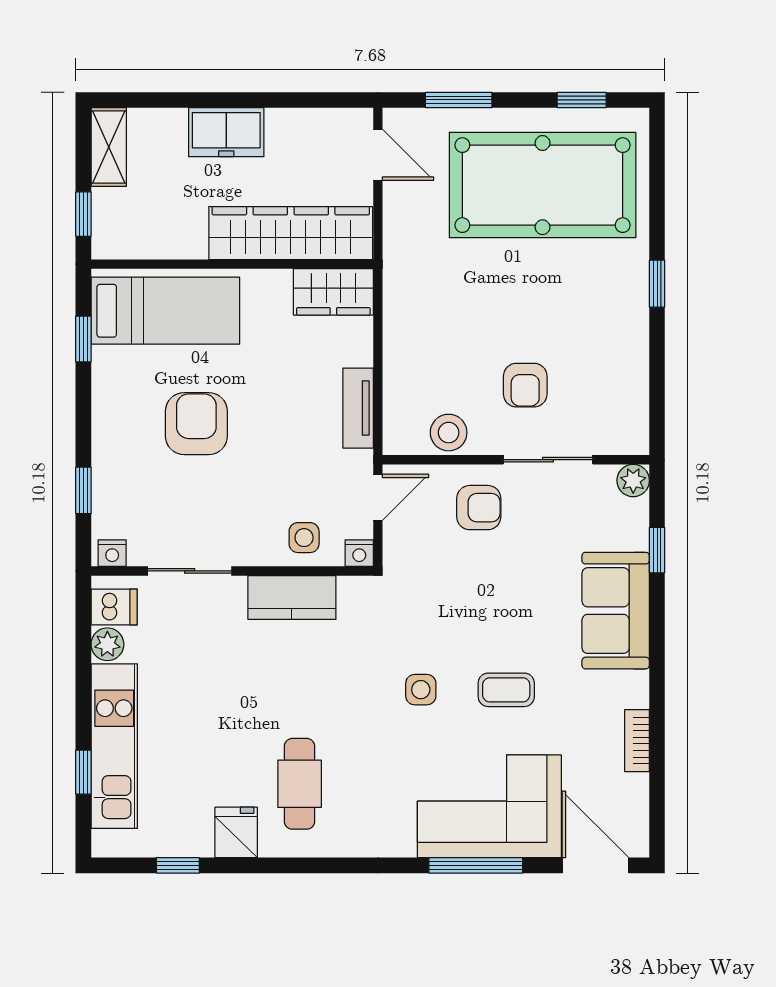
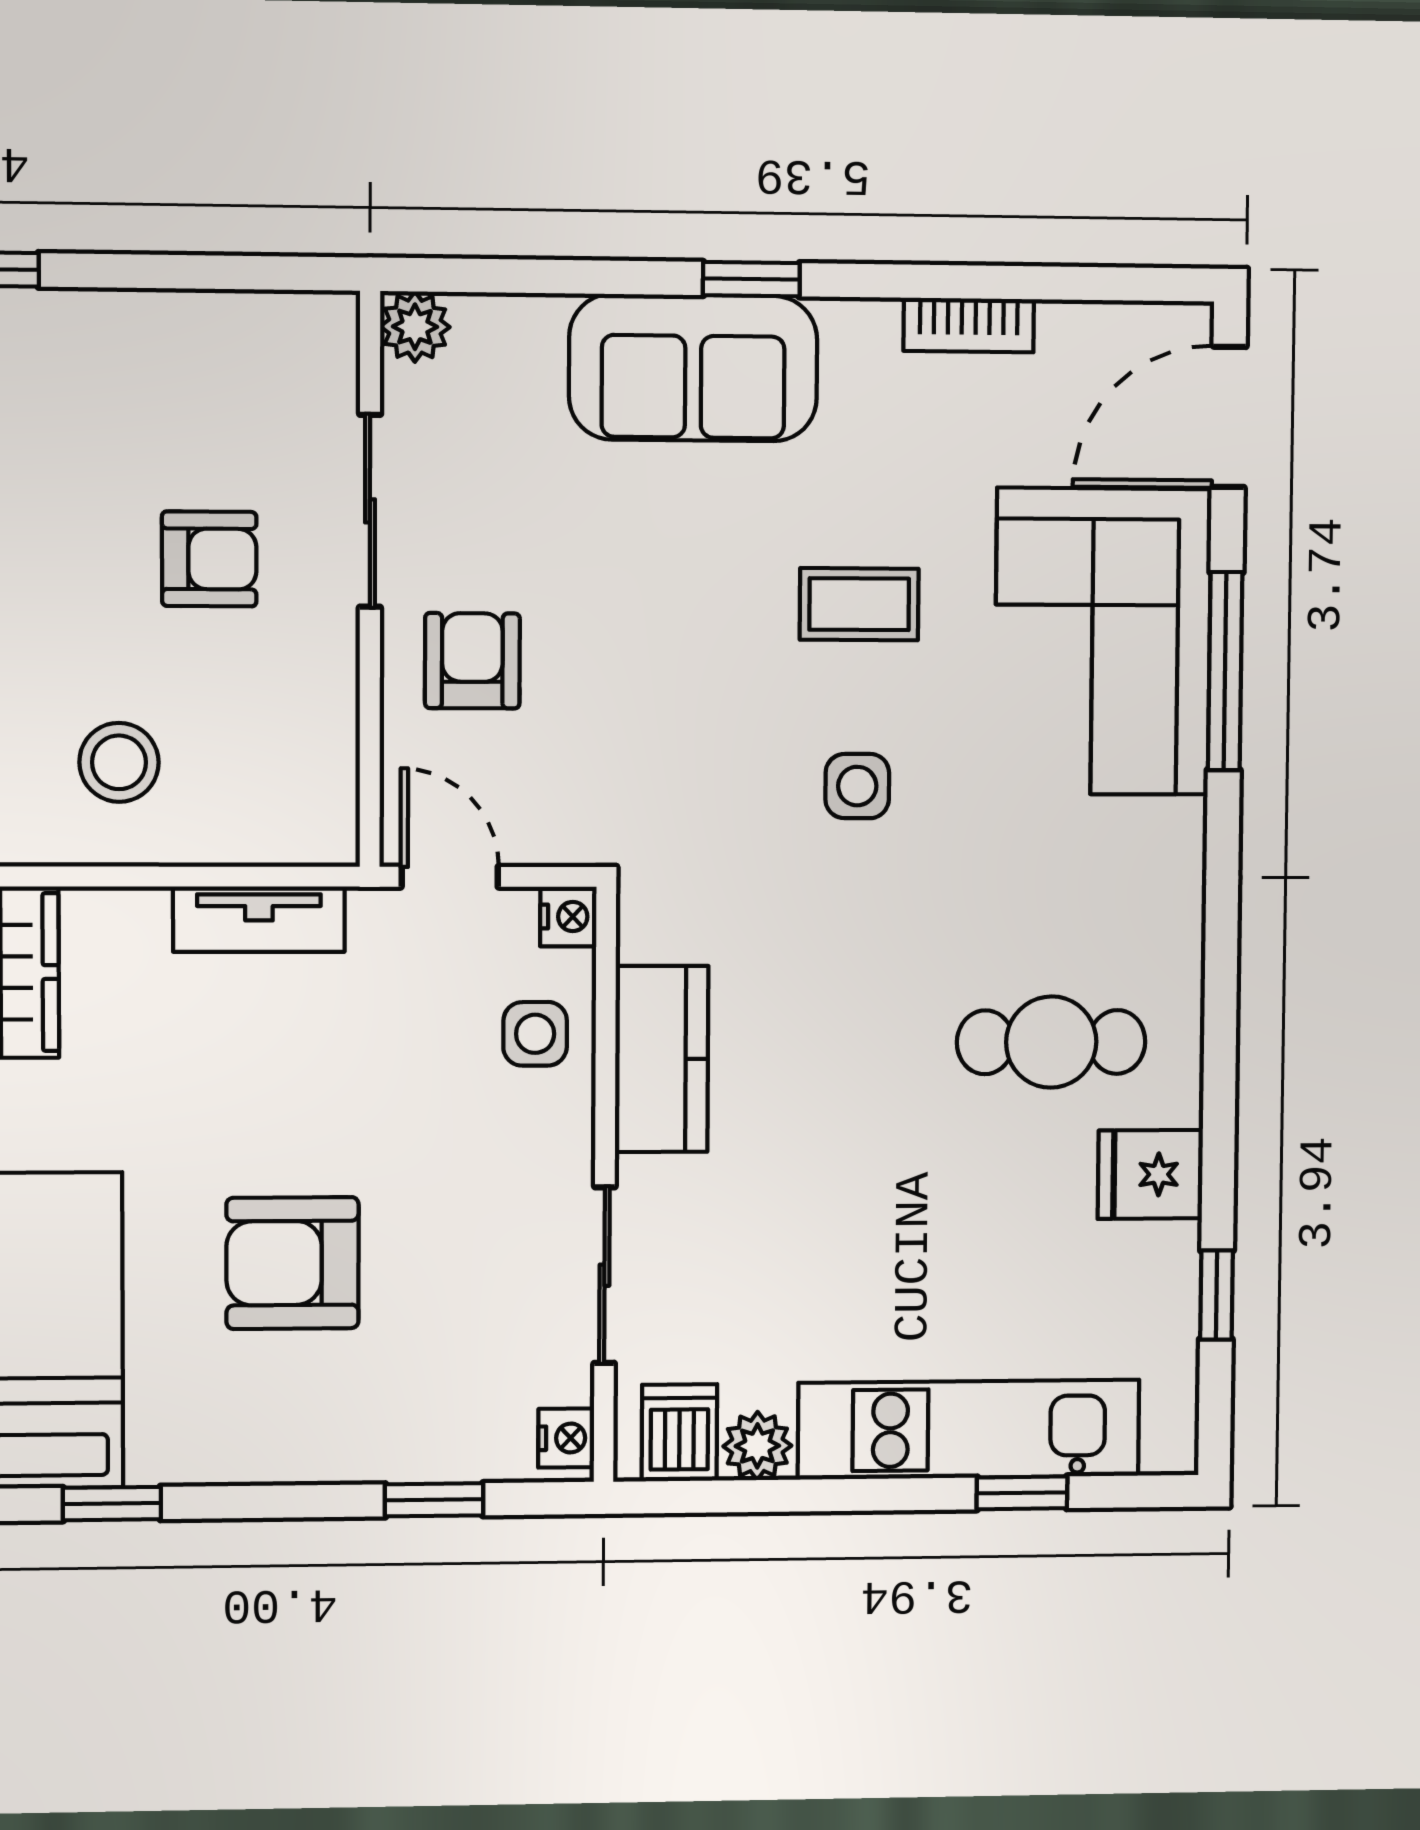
stool: (449, 433) -> (119, 762), moved
window: (657, 550) -> (751, 279), moved
coffee table: (506, 690) -> (859, 604), turned 90

